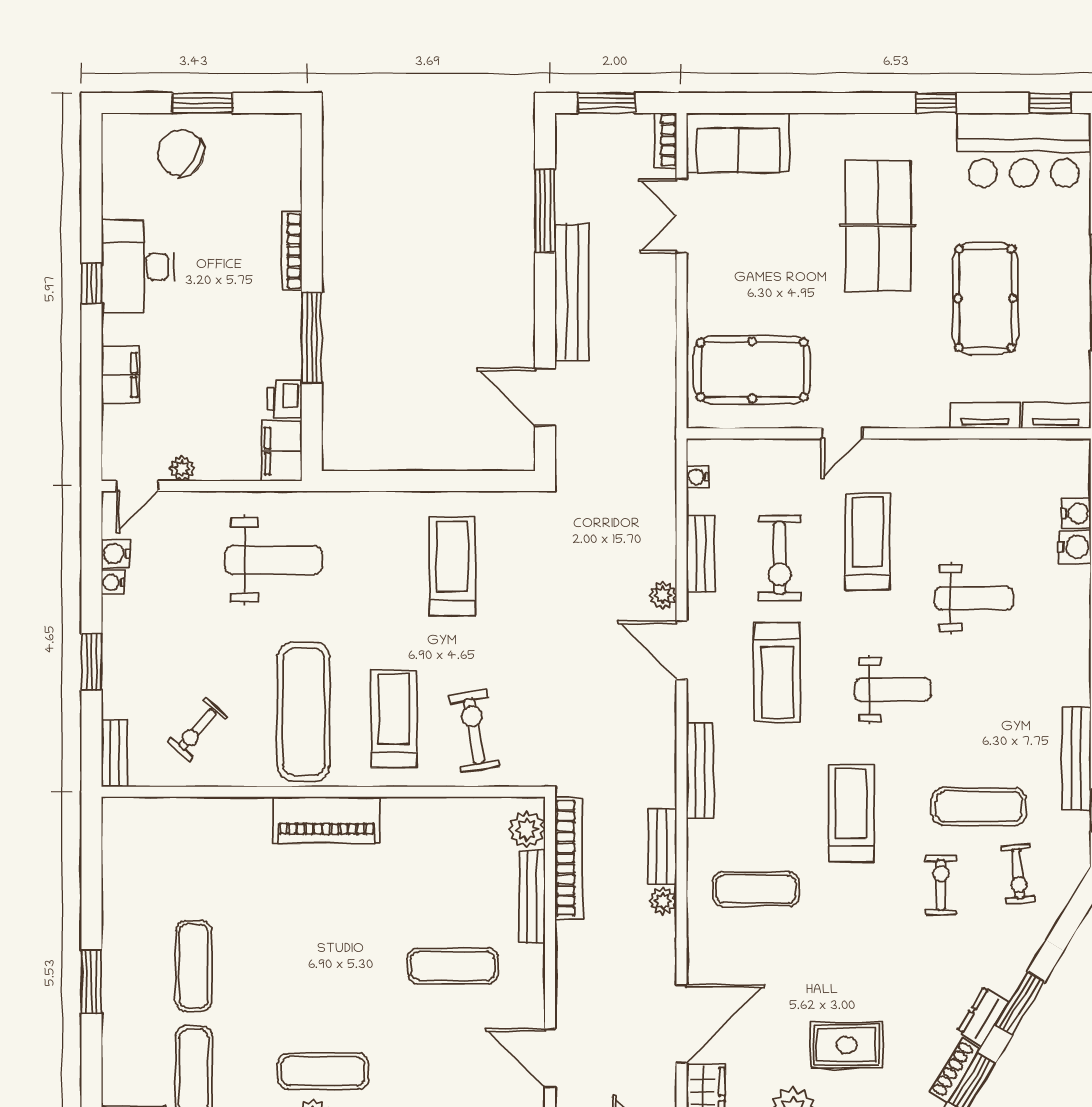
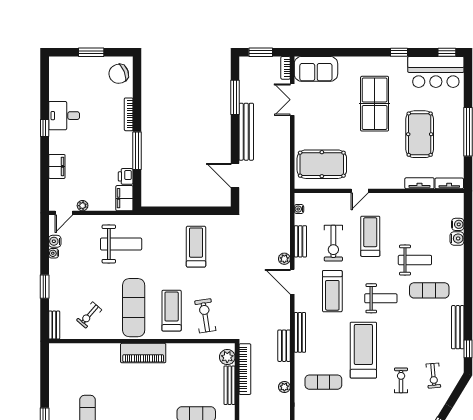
chair: (181, 153) -> (119, 74), moved, turned -49
desk: (138, 267) -> (64, 116), width x0.73
exercise mat: (979, 807) -> (429, 290), moved
treadmill: (851, 813) -> (363, 350), width x1.37, depth x1.38
bench: (662, 847) -> (284, 346), moved

